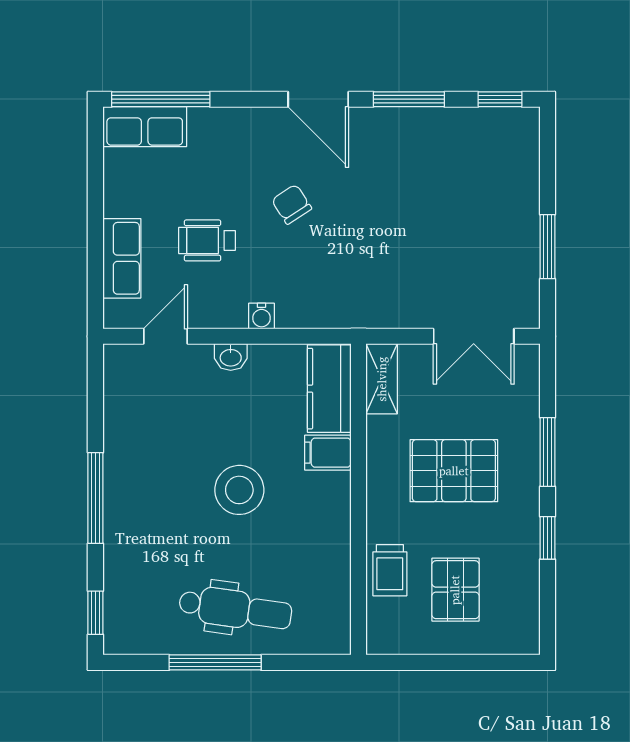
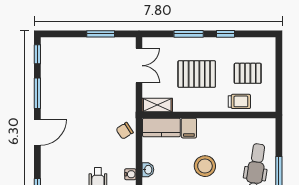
chair: (292, 204) -> (125, 131), moved
water cooler: (262, 316) -> (130, 174), moved
pallet: (454, 471) -> (197, 74), turned 90

